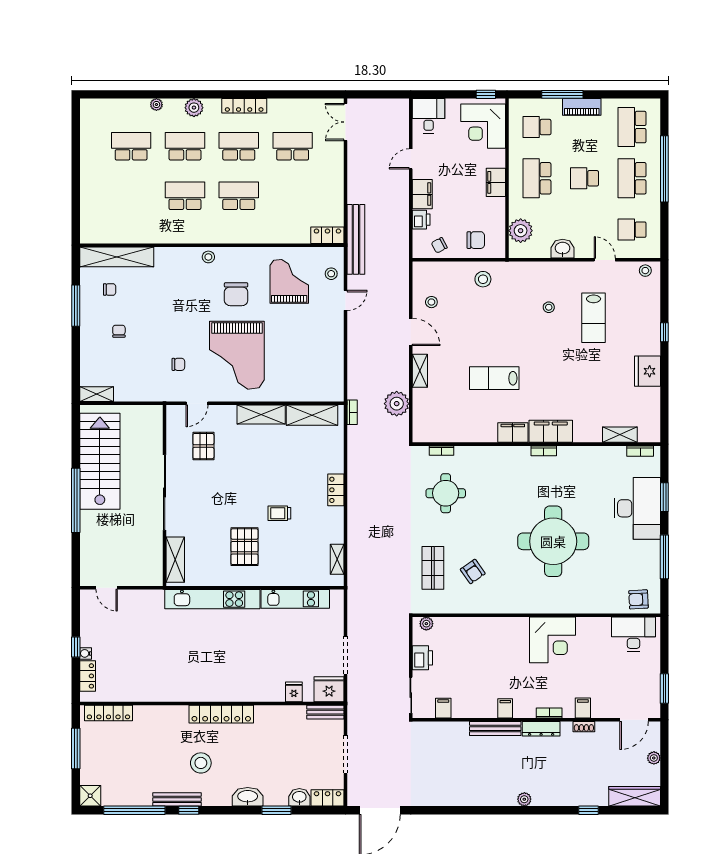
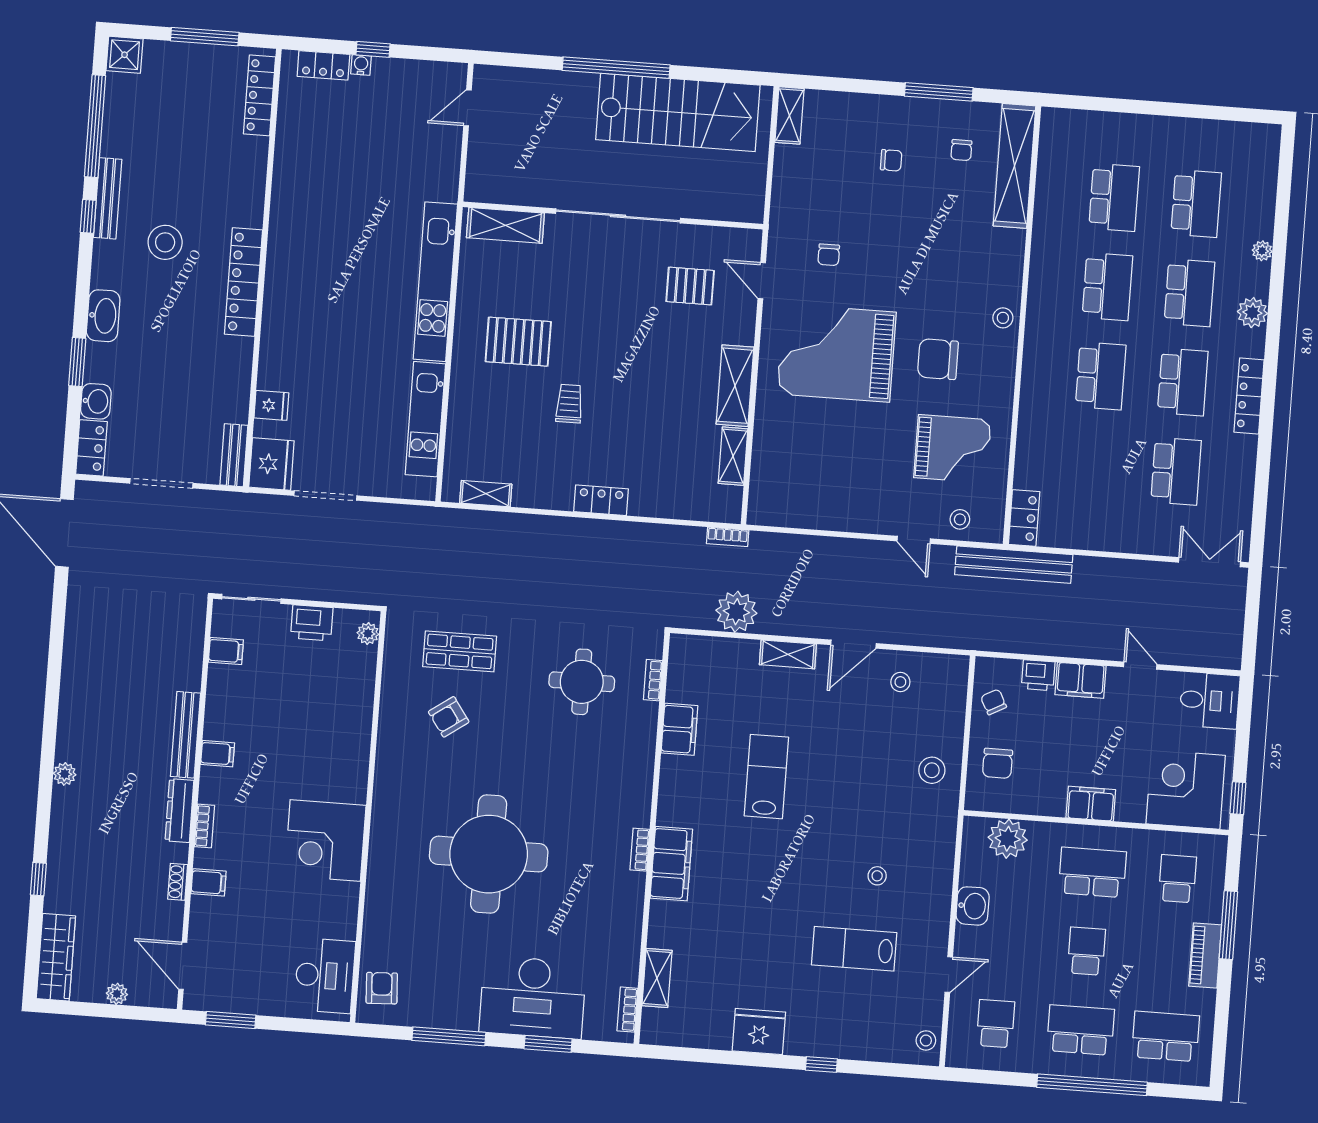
school desk: (131, 196) -> (1114, 197), added
shelving: (312, 415) -> (733, 456), width x0.67, depth x0.75
filing cabinet: (513, 433) -> (679, 729), moved

